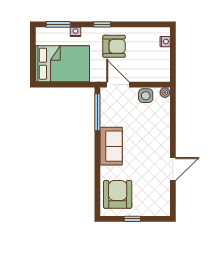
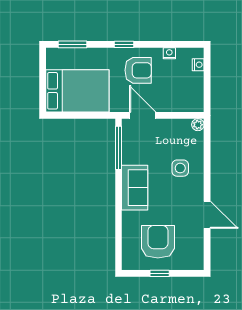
nightstand: (75, 32) -> (169, 53), moved
side table: (146, 96) -> (180, 168), moved
door: (173, 169) -> (207, 215), hinge flipped
armchair: (118, 194) -> (158, 242), moved

